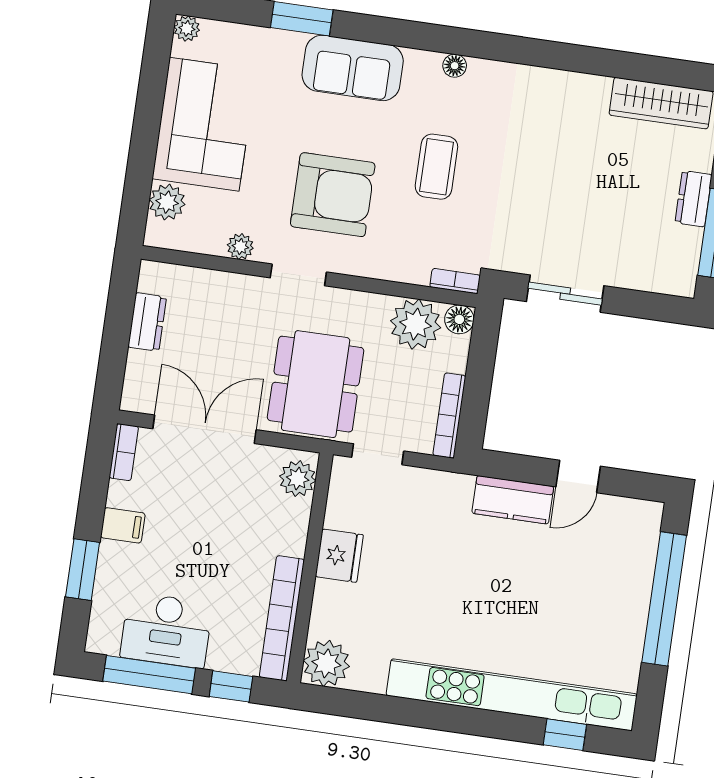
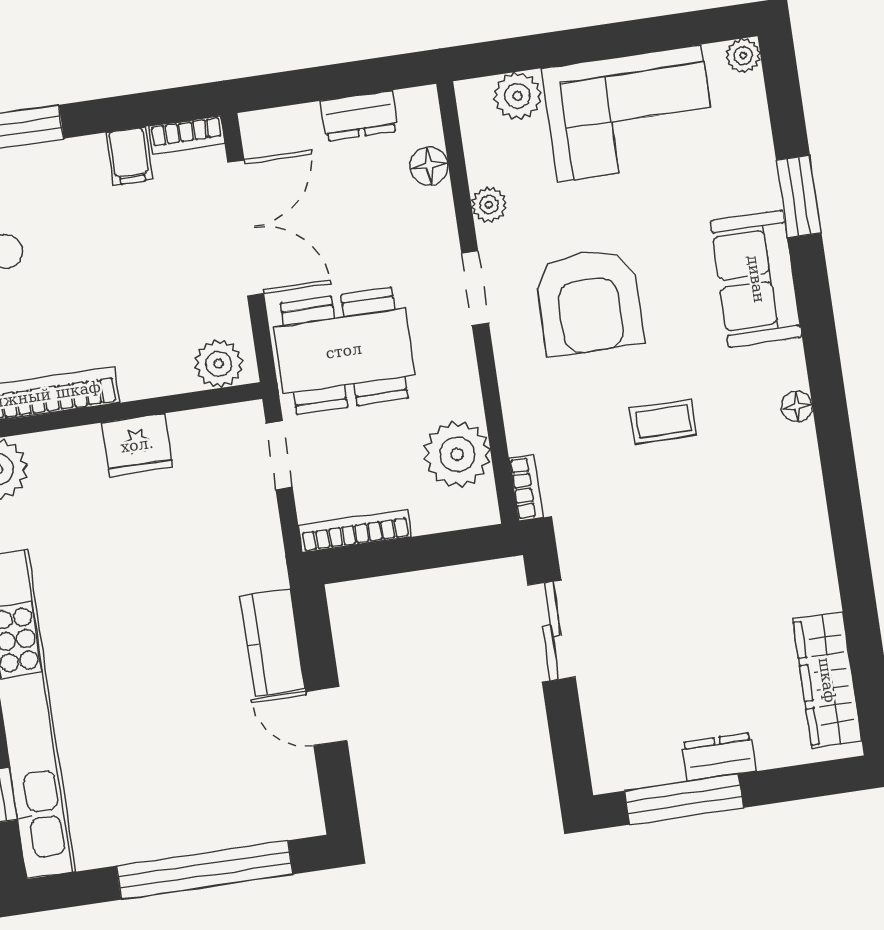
coffee table: (436, 167) -> (663, 421), width x0.73, depth x0.77
floor lamp: (459, 319) -> (429, 166), moved
filing cabinet: (123, 525) -> (129, 156), moved

